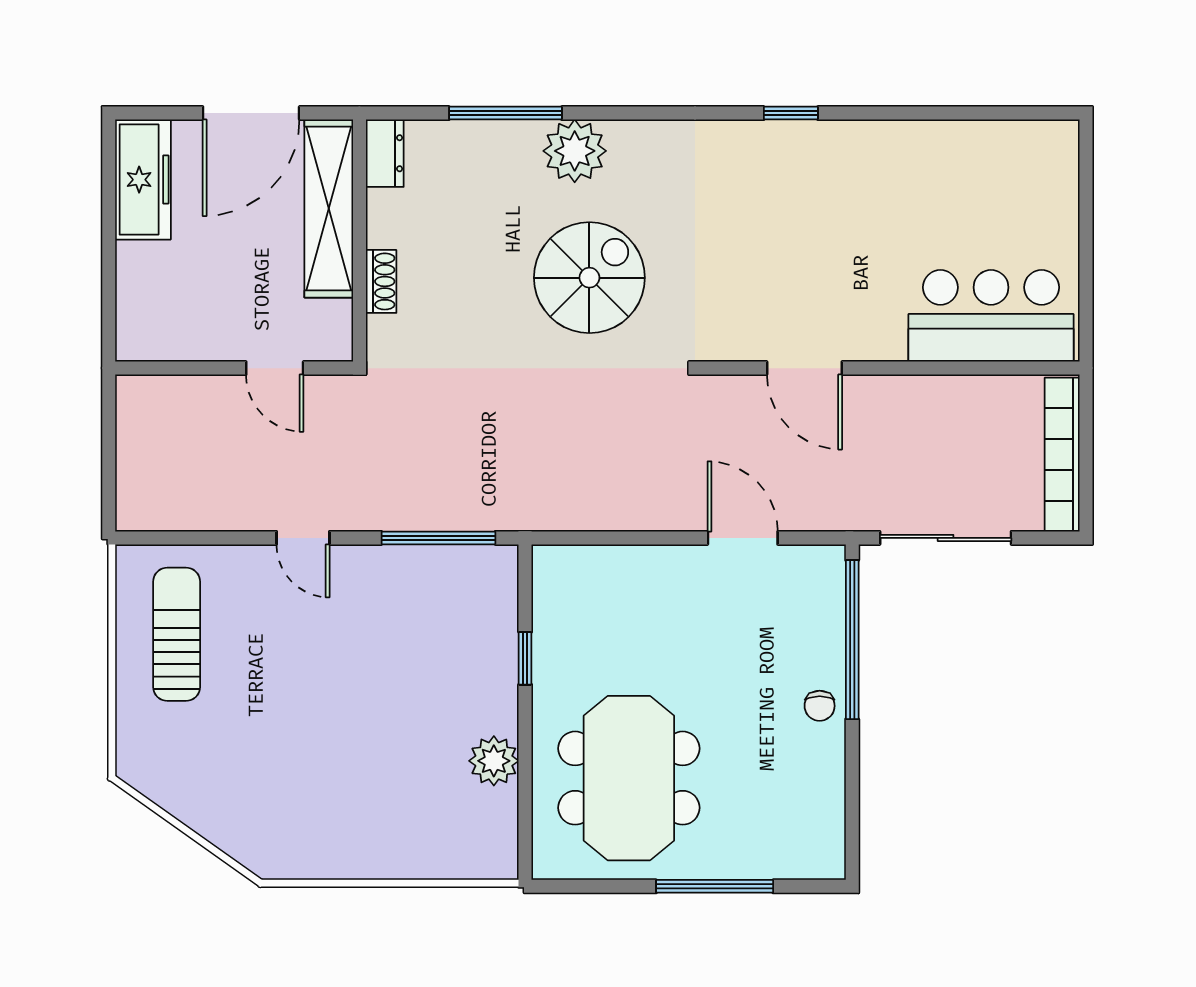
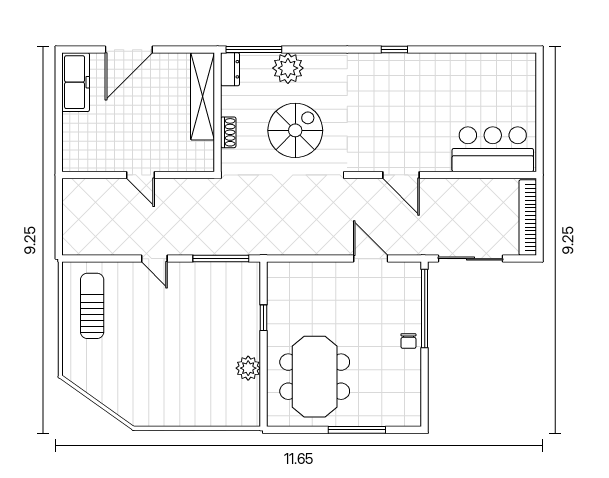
dresser: (385, 153) -> (230, 69), moved
shelving: (329, 209) -> (203, 96), moved
wall: (359, 241) -> (218, 112), moved
shoe rack: (381, 281) -> (228, 132), moved

